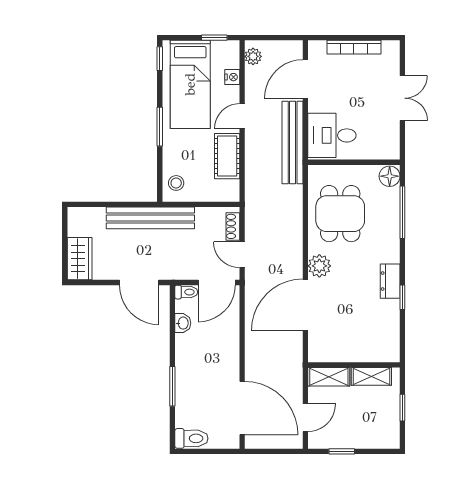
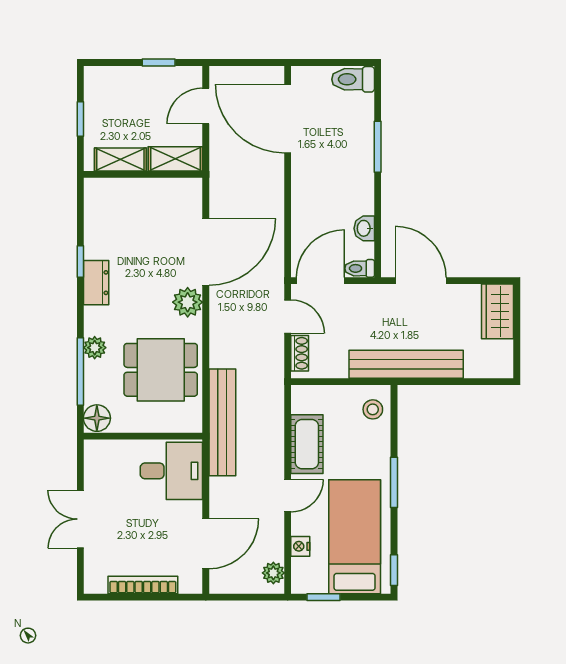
bench: (293, 142) -> (222, 422), moved
dining table: (340, 214) -> (161, 370), turned 90
plant: (391, 231) -> (95, 348), added

